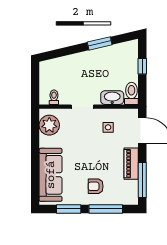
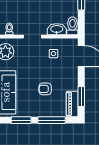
piano: (131, 164) -> (72, 104), moved
window: (142, 180) -> (81, 97), width x0.69
armchair: (96, 186) -> (45, 89), moved

